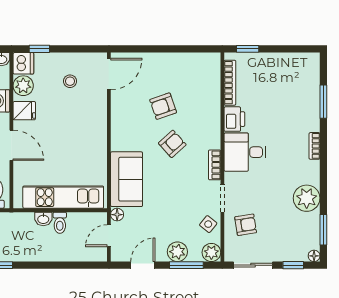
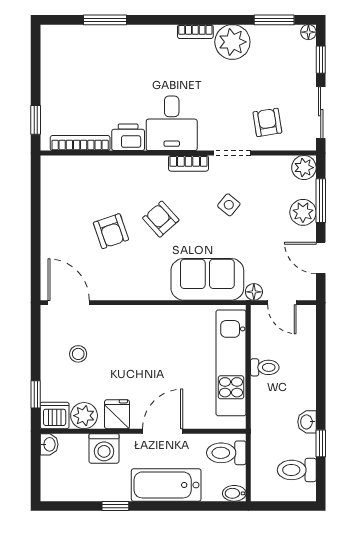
bookcase: (314, 146) -> (195, 32), moved
washbasin: (43, 219) -> (307, 422), moved, turned 180
side table: (208, 224) -> (229, 205), moved

